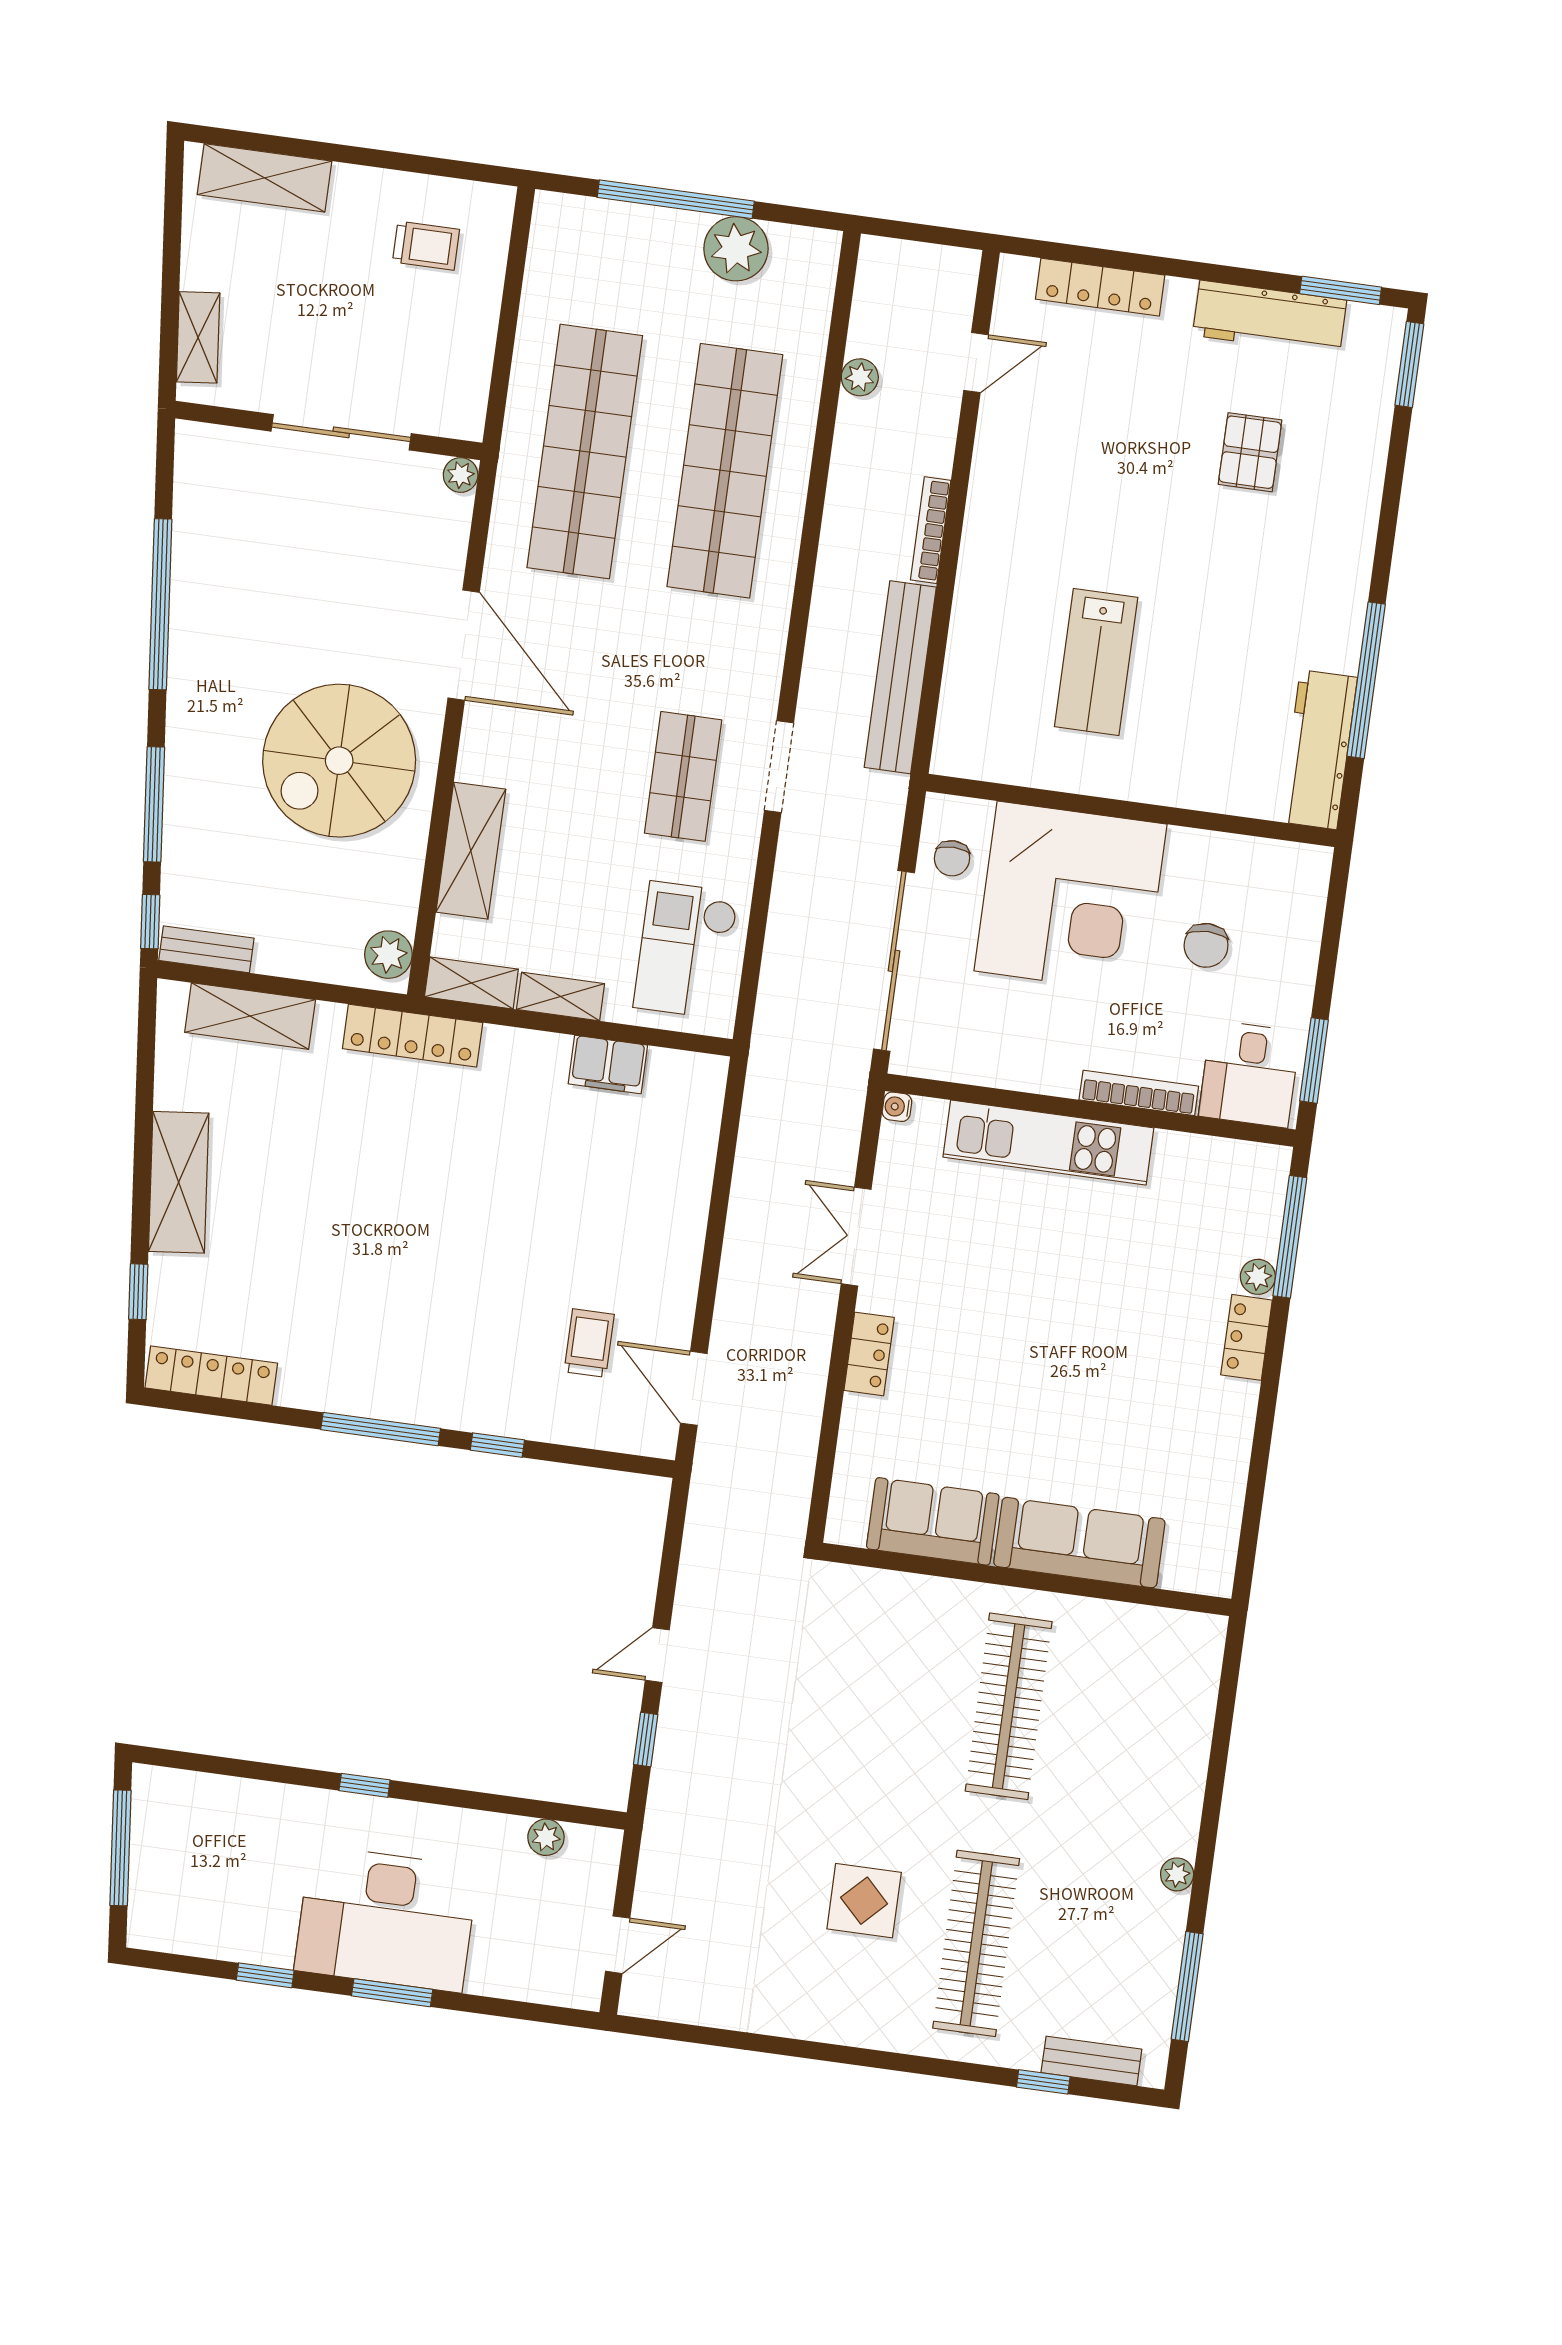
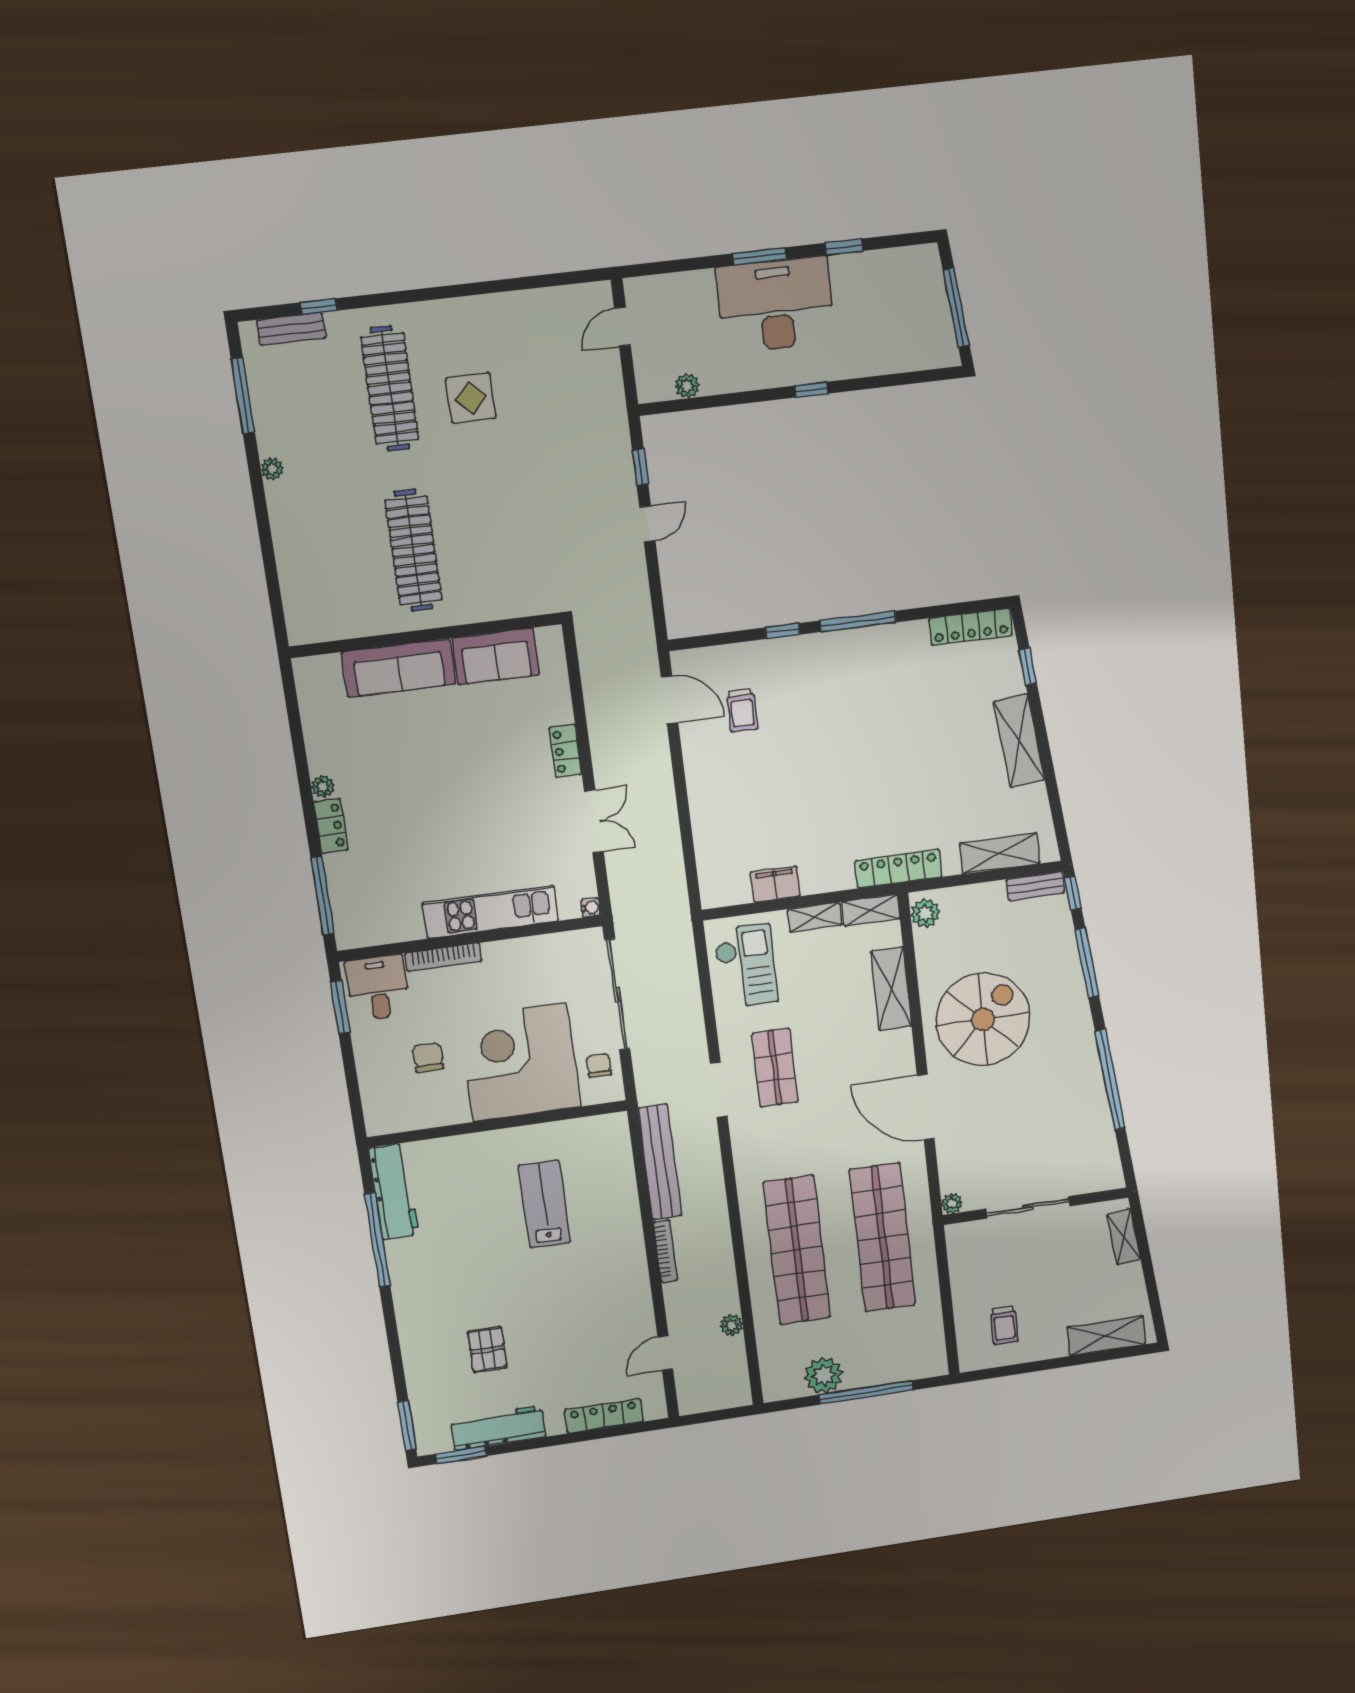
trolley: (426, 246) -> (1004, 1325), turned -90
plant: (1258, 1277) -> (323, 787), moved

